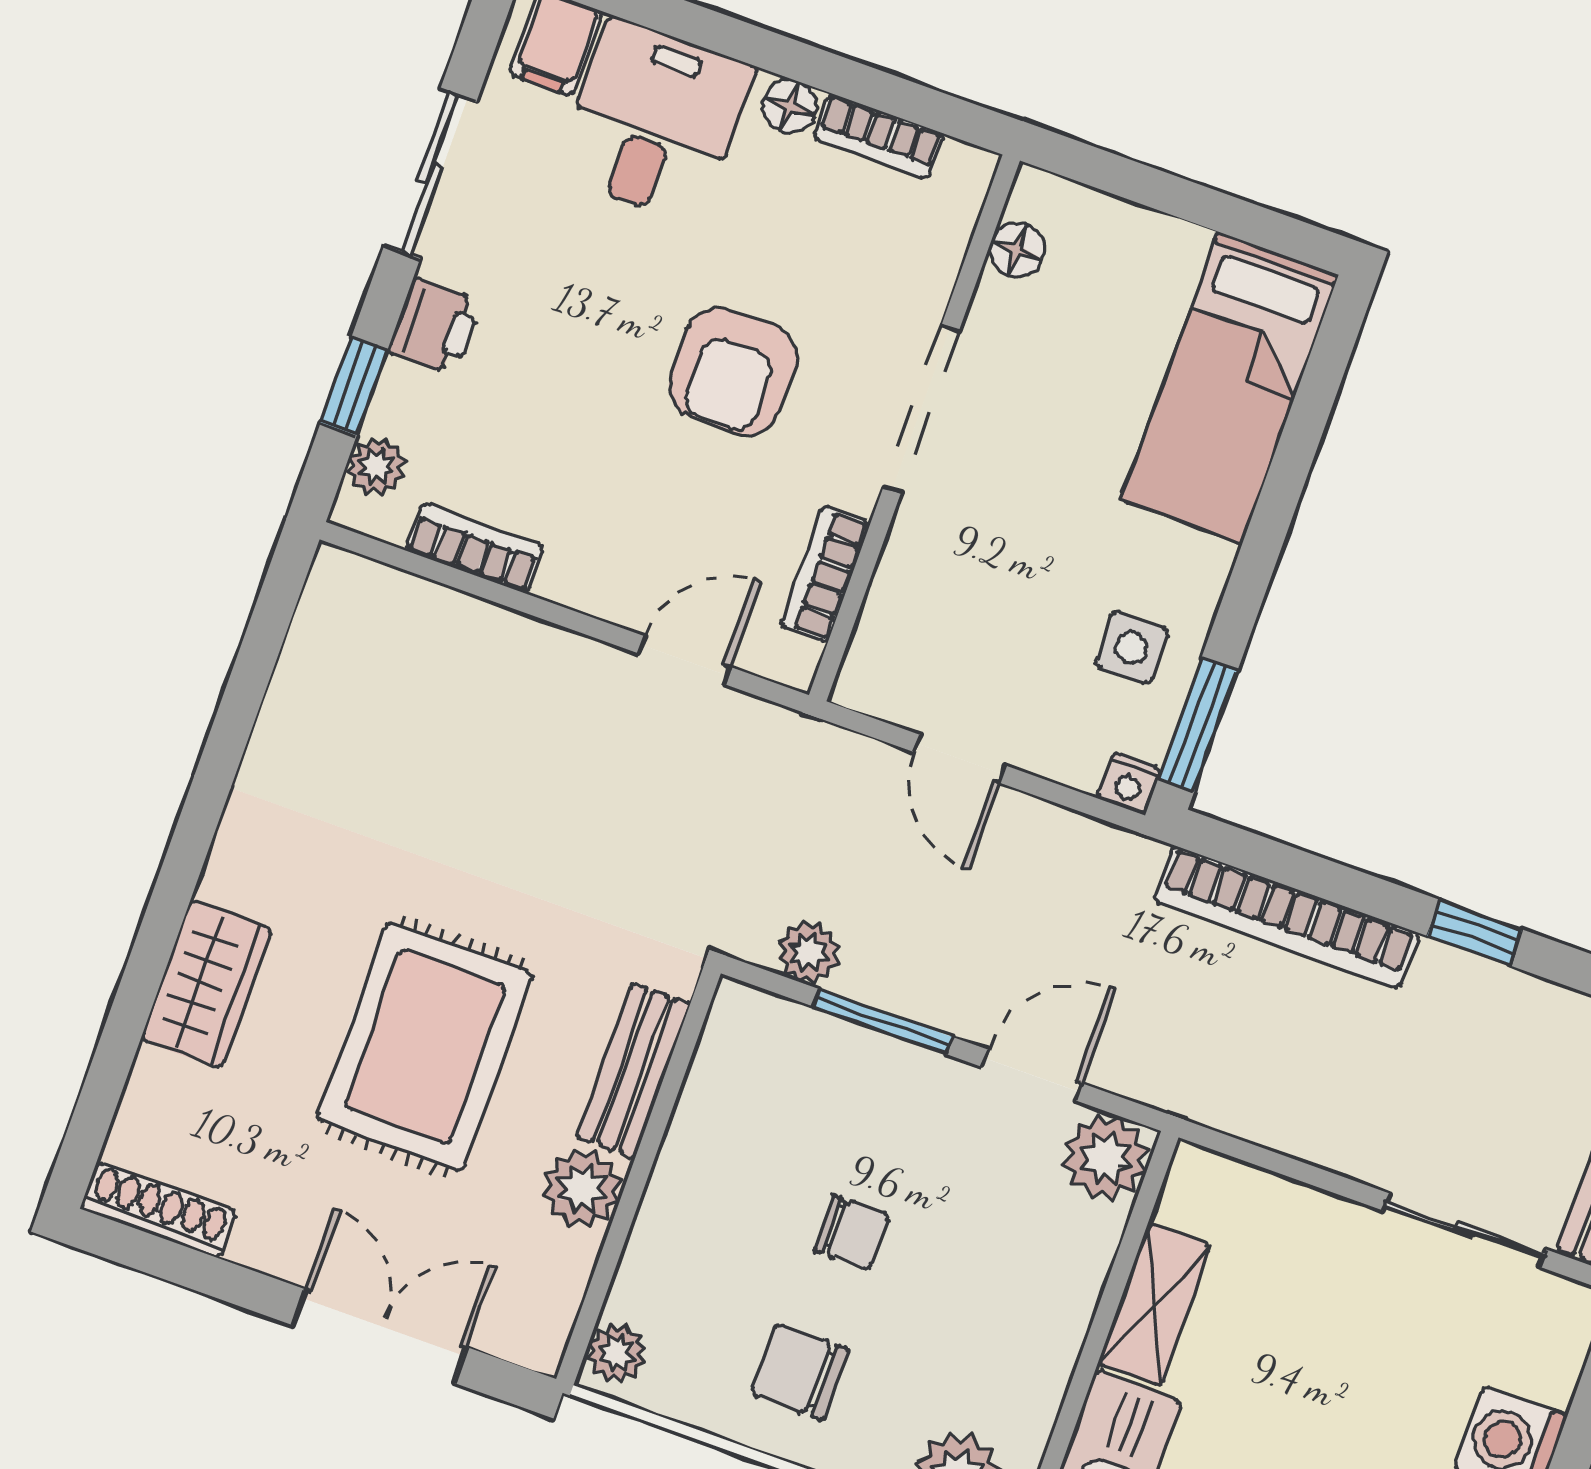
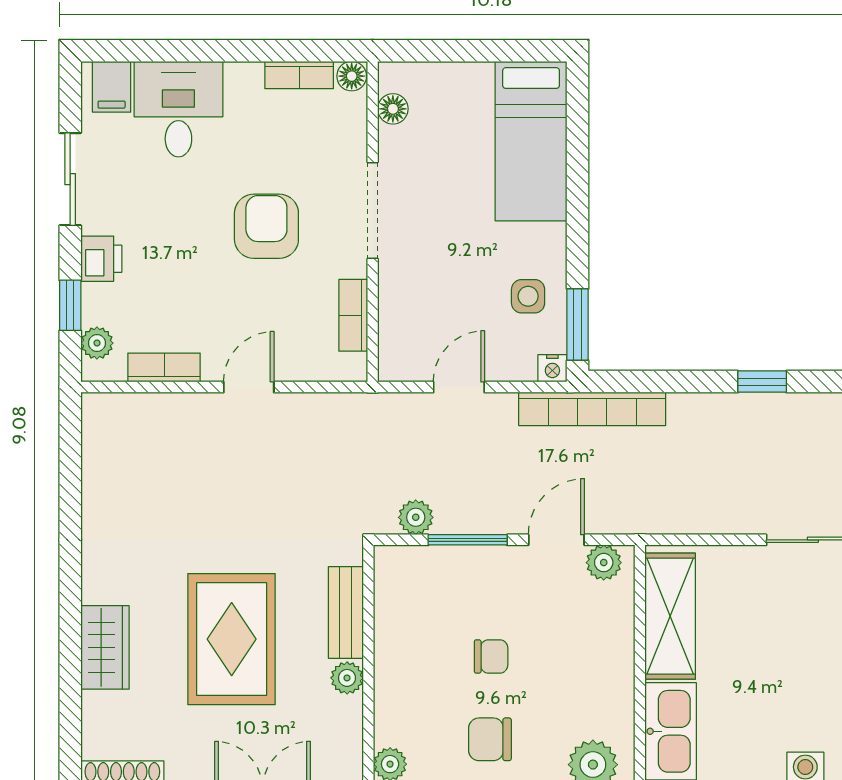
floor lamp: (790, 106) -> (352, 76), moved
armchair: (733, 372) -> (266, 226), turned 180
door: (684, 660) -> (249, 387), moved
door: (960, 759) -> (459, 387), swing flipped
bookcase: (1287, 917) -> (592, 409), moved
plant: (1105, 1157) -> (604, 563), width x0.73, depth x0.73
plant: (582, 1188) -> (347, 678), width x0.73, depth x0.73
shelving: (1155, 1304) -> (670, 616), width x1.50, depth x1.33

